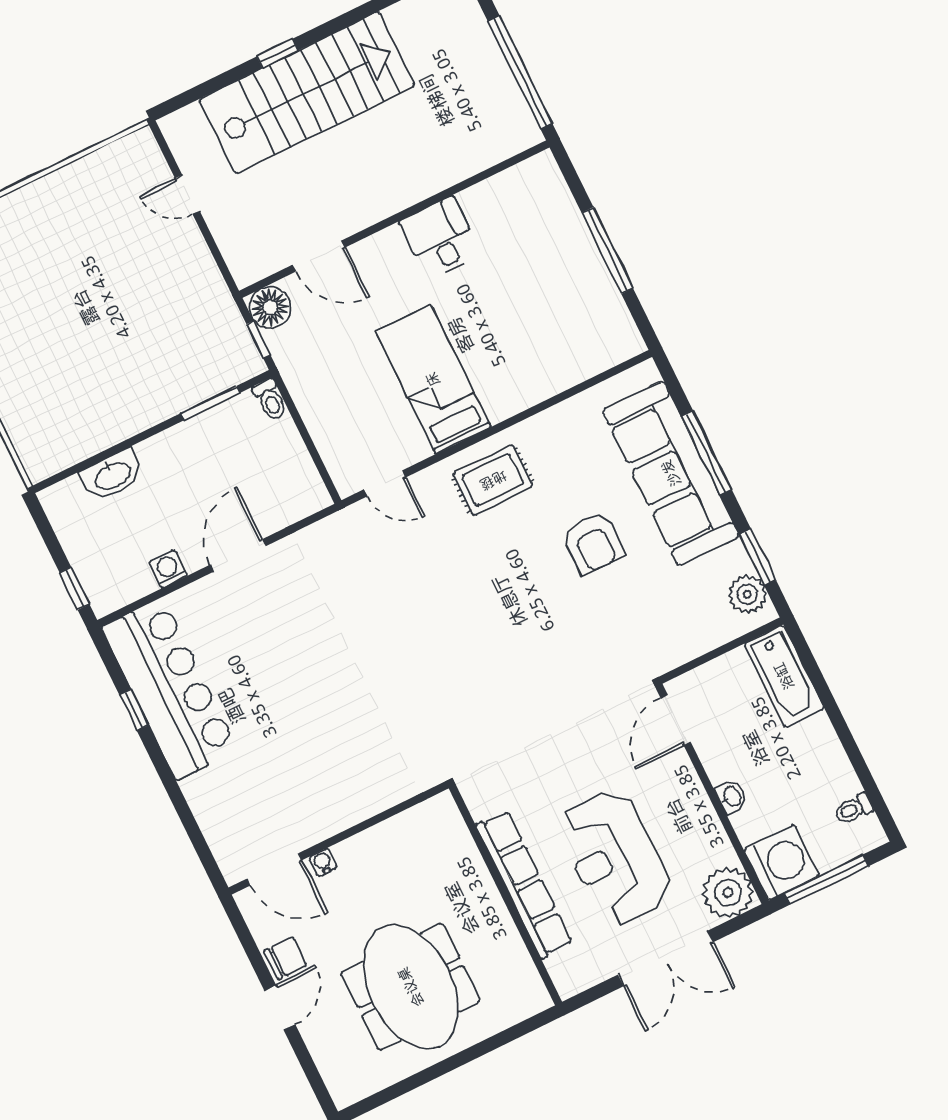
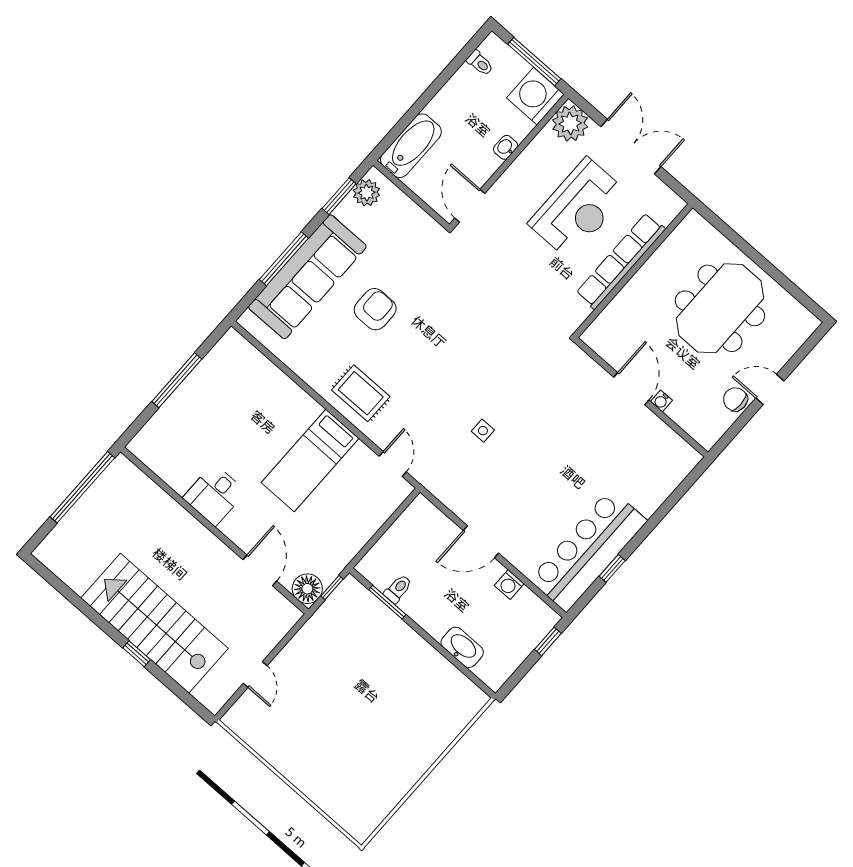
toilet: (270, 400) -> (398, 589), moved
side table: (380, 617) -> (483, 431), added
door: (676, 720) -> (470, 206), swing flipped
door: (274, 869) -> (631, 389), moved

